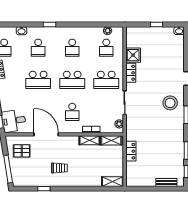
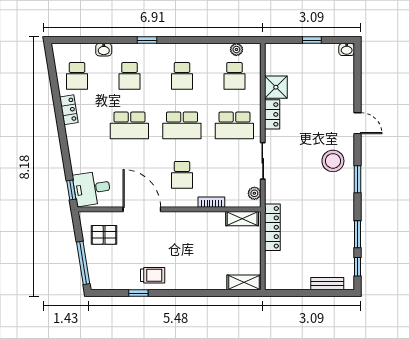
shelving: (89, 140) -> (209, 218), removed
locker: (131, 151) -> (272, 227), width x1.53
trolley: (59, 168) -> (153, 275), moved

